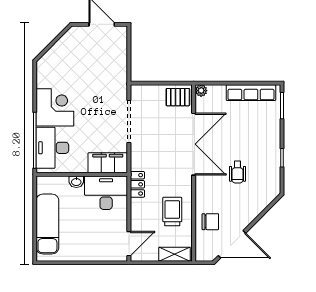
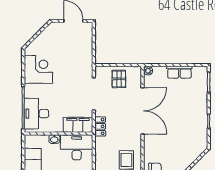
row of seats: (251, 93) -> (179, 72), width x0.68
pallet: (178, 97) -> (119, 79), moved, turned 90
corner desk: (55, 107) -> (38, 69), moved
wheelchair: (237, 172) -> (175, 132), removed
locker: (137, 184) -> (100, 126), moved

